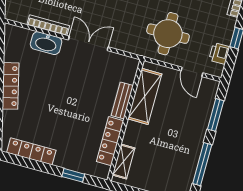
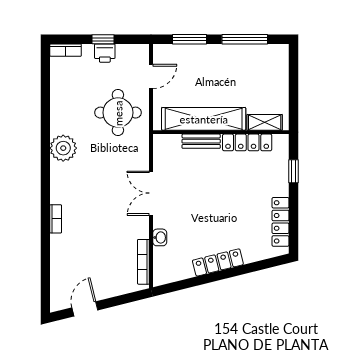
bookcase: (48, 25) -> (143, 262), moved
washbasin: (46, 43) -> (160, 237), width x0.52, depth x0.69
printer: (219, 53) -> (105, 53), moved
shelving: (145, 96) -> (204, 119), width x1.47

